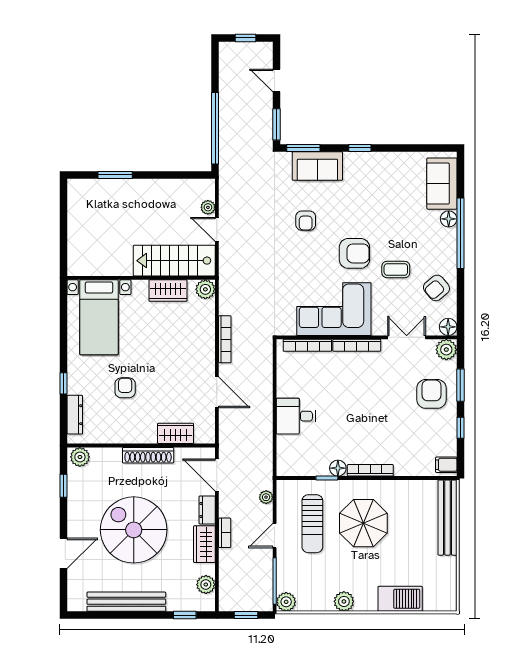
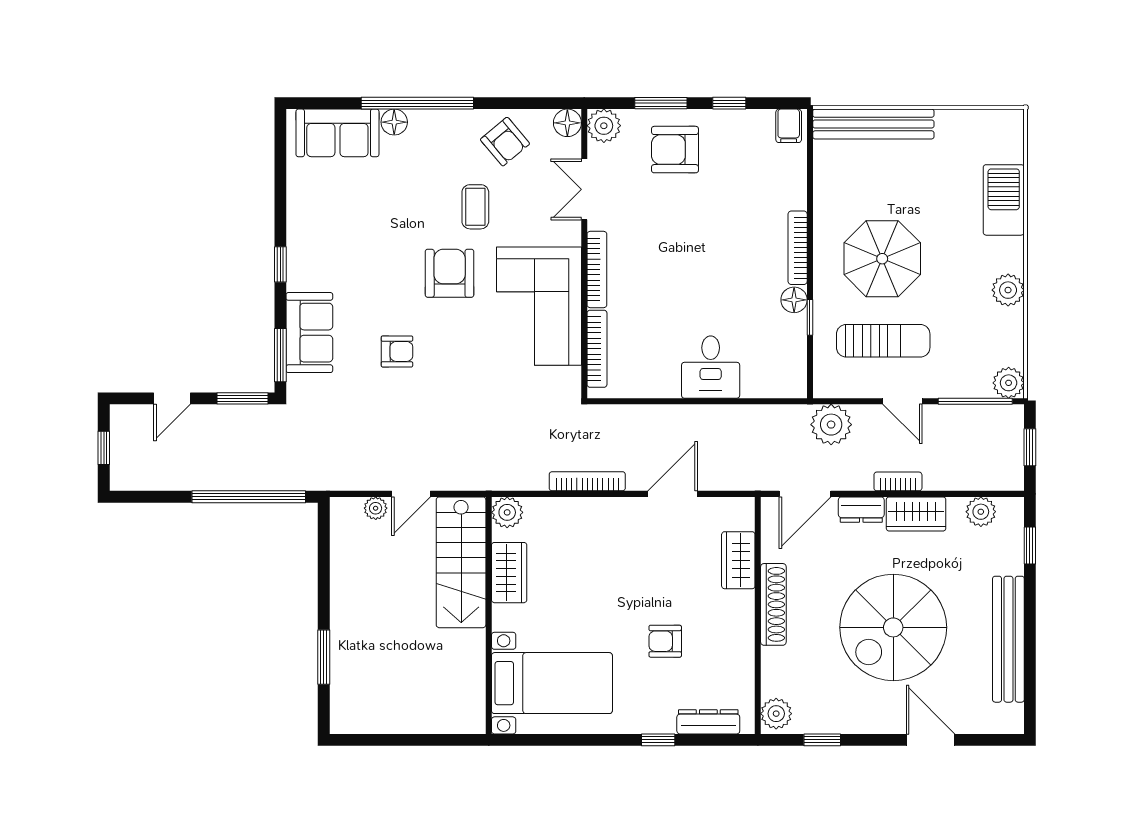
plant: (266, 497) -> (831, 425), width x1.87, depth x1.87

